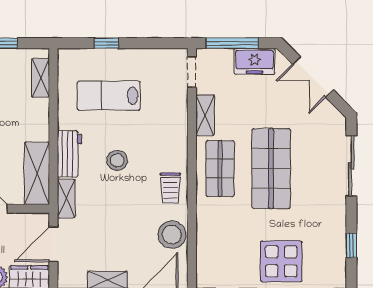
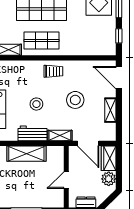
shelving: (37, 173) -> (26, 154), moved
stool: (172, 235) -> (75, 100), moved

